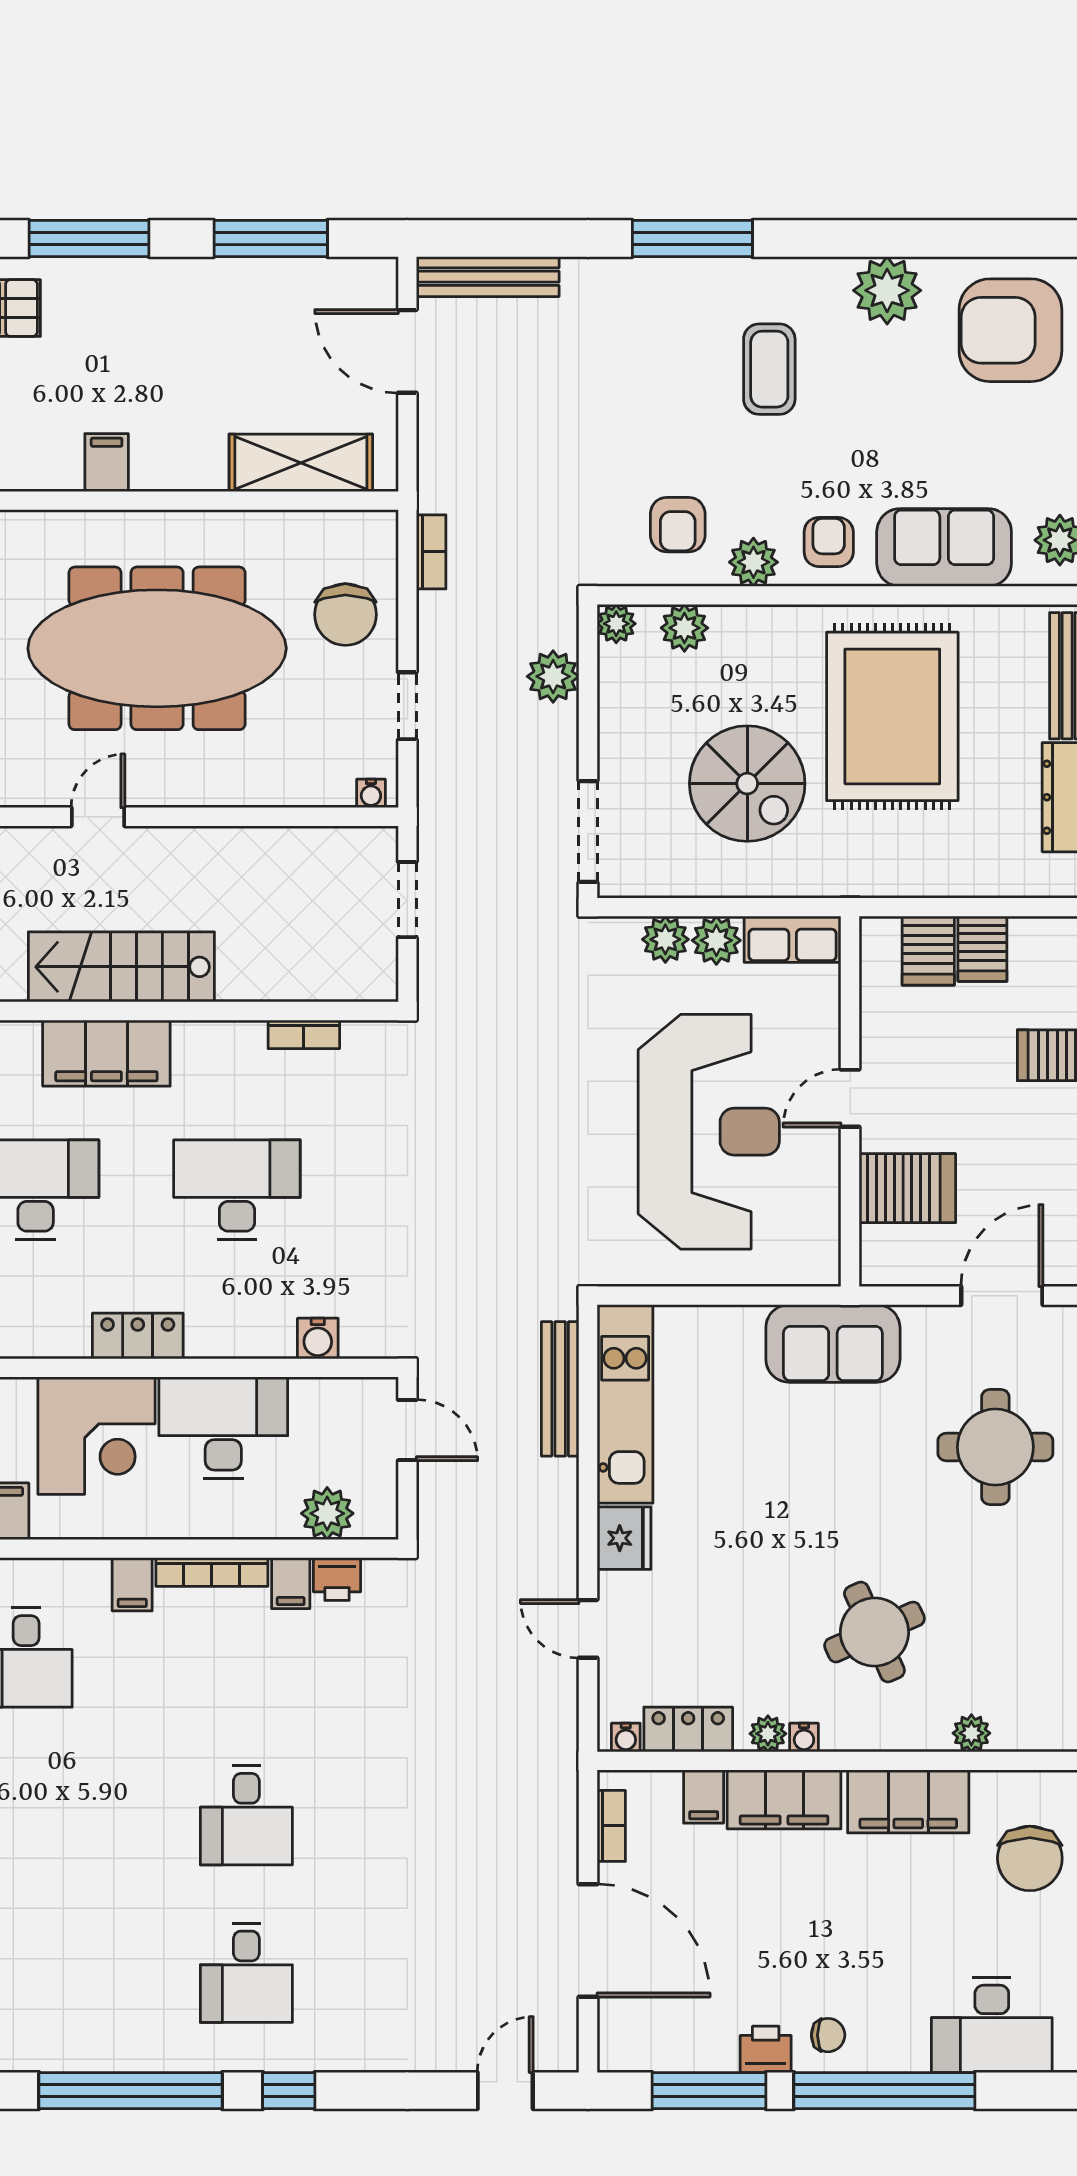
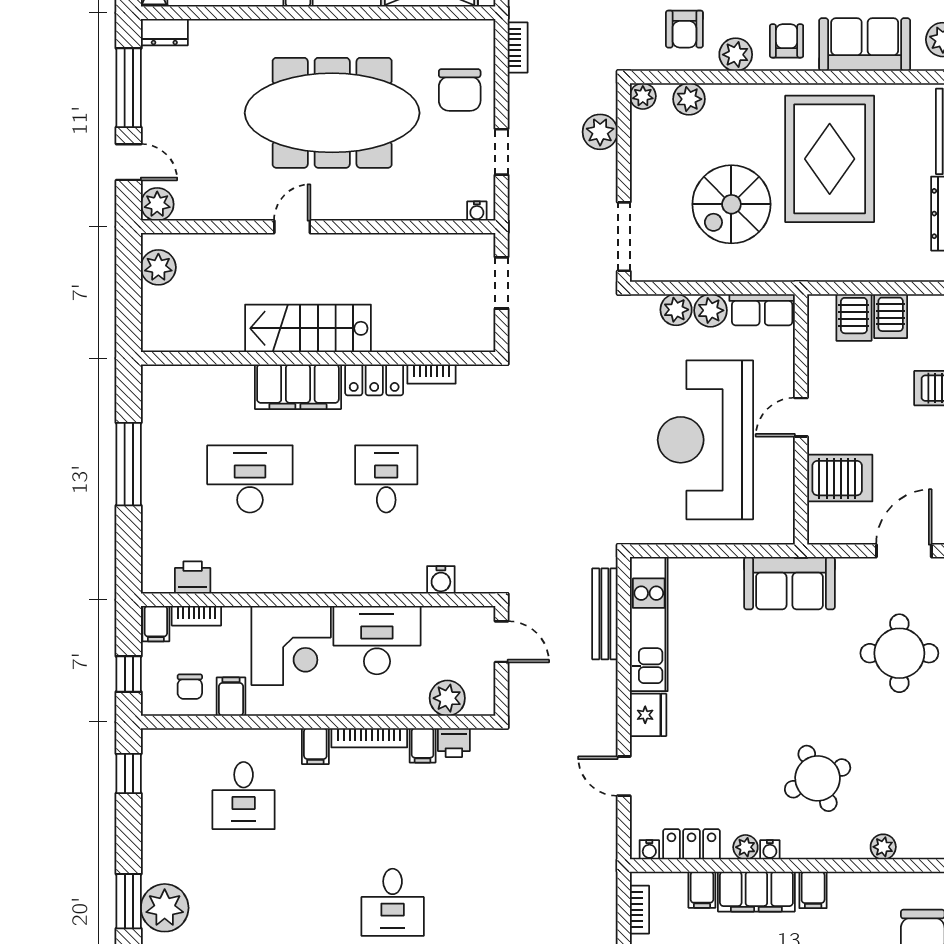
spiral stairs: (747, 784) -> (731, 204), turned 90
reception desk: (709, 1132) -> (705, 440), turned 180
desk: (237, 1189) -> (386, 479), width x0.73
locker: (138, 1336) -> (374, 380), moved, turned 180
filing cabinet: (908, 1801) -> (813, 890), width x0.33, depth x0.86

